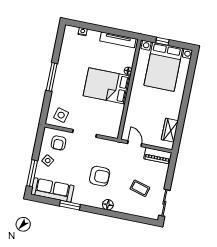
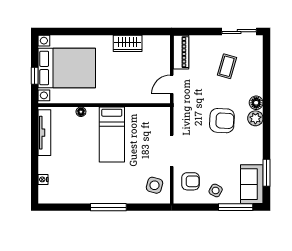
bed: (107, 86) -> (112, 135), width x0.67
wardrobe: (170, 130) -> (128, 43), moved
armchair: (100, 176) -> (222, 121), turned 93
sofa: (52, 190) -> (252, 184), width x0.73
plant: (96, 202) -> (255, 118), added
window: (70, 205) -> (267, 173), moved

